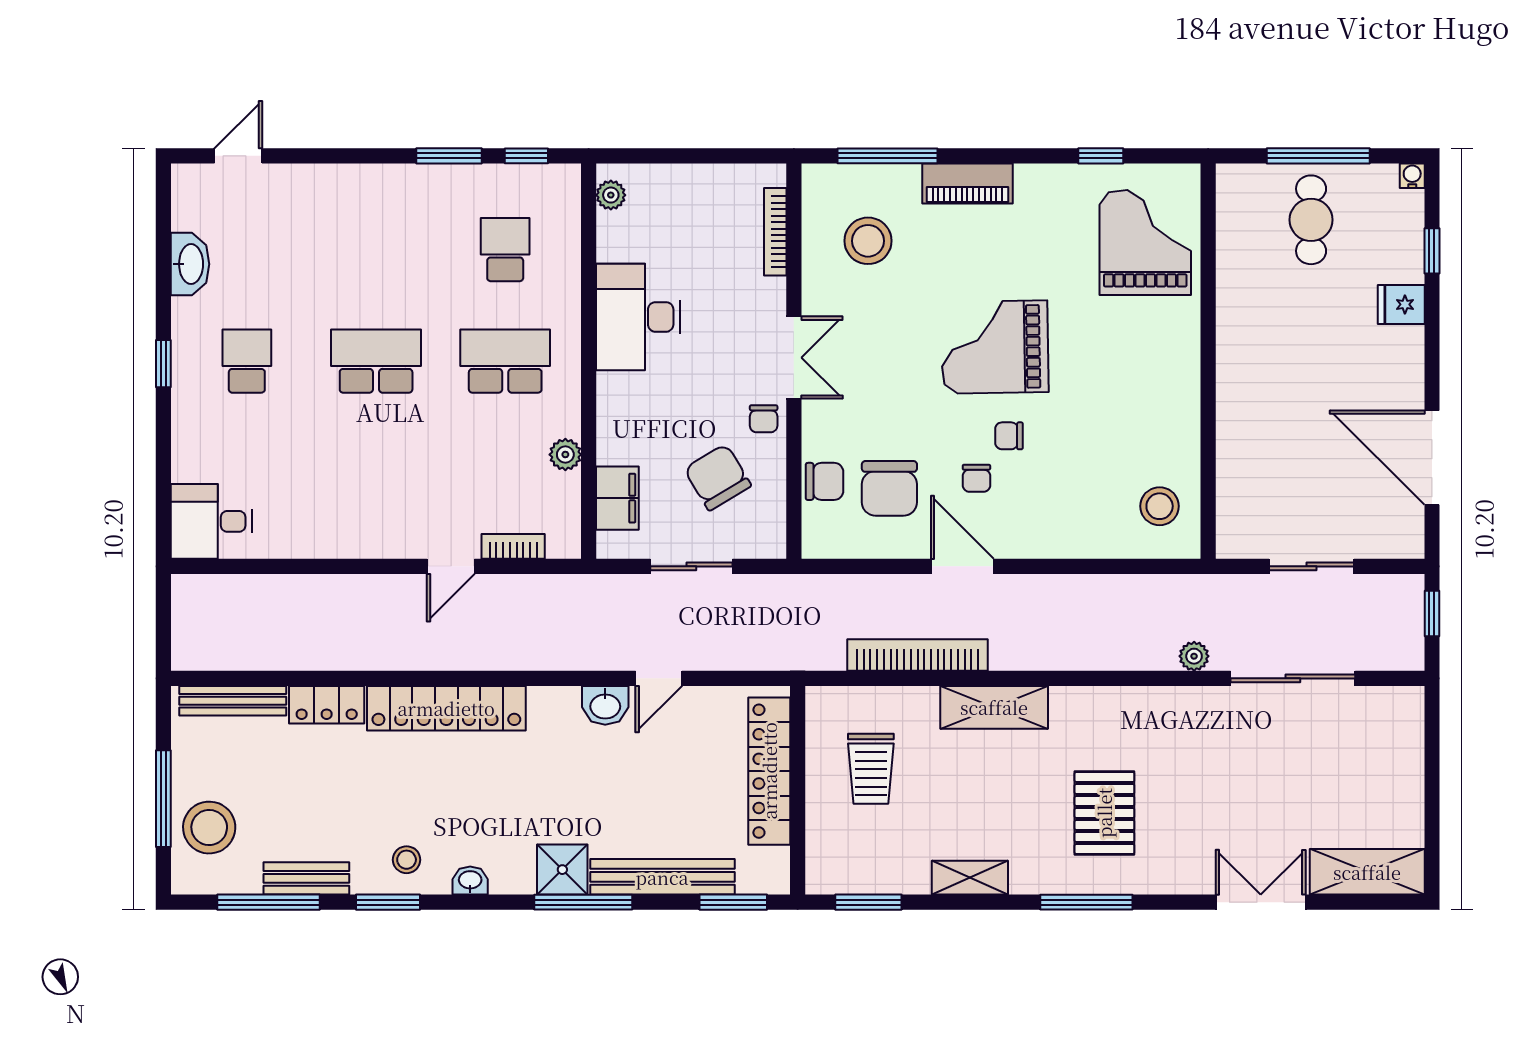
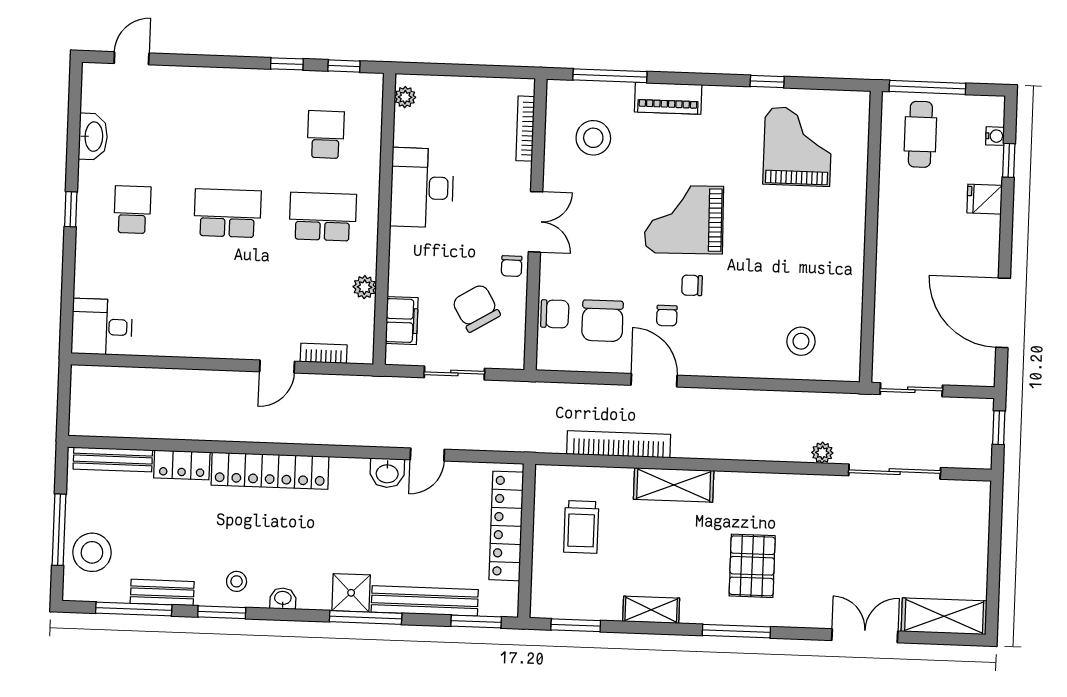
window: (449, 156) -> (287, 64), width x0.67
water cooler: (1412, 176) -> (995, 136), moved, turned 90
wall: (1208, 361) -> (871, 237), moved

